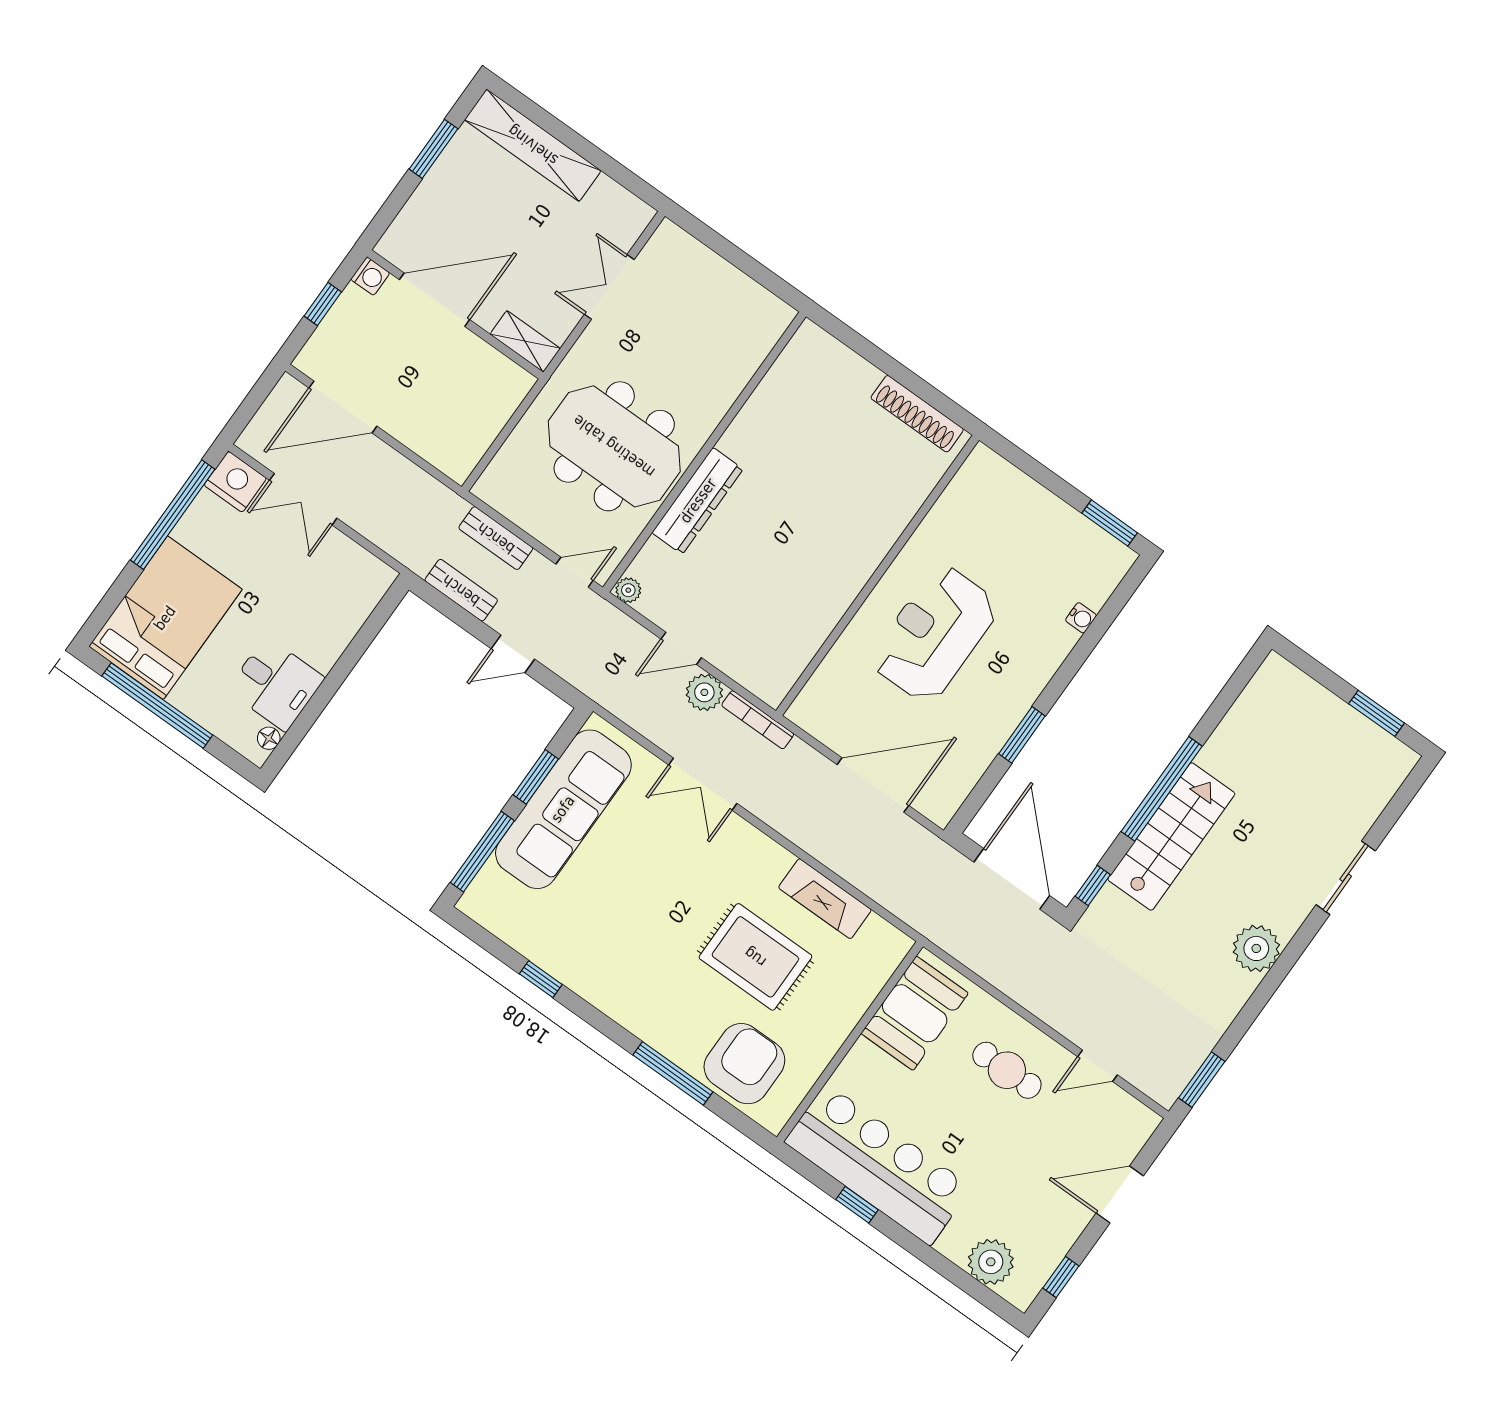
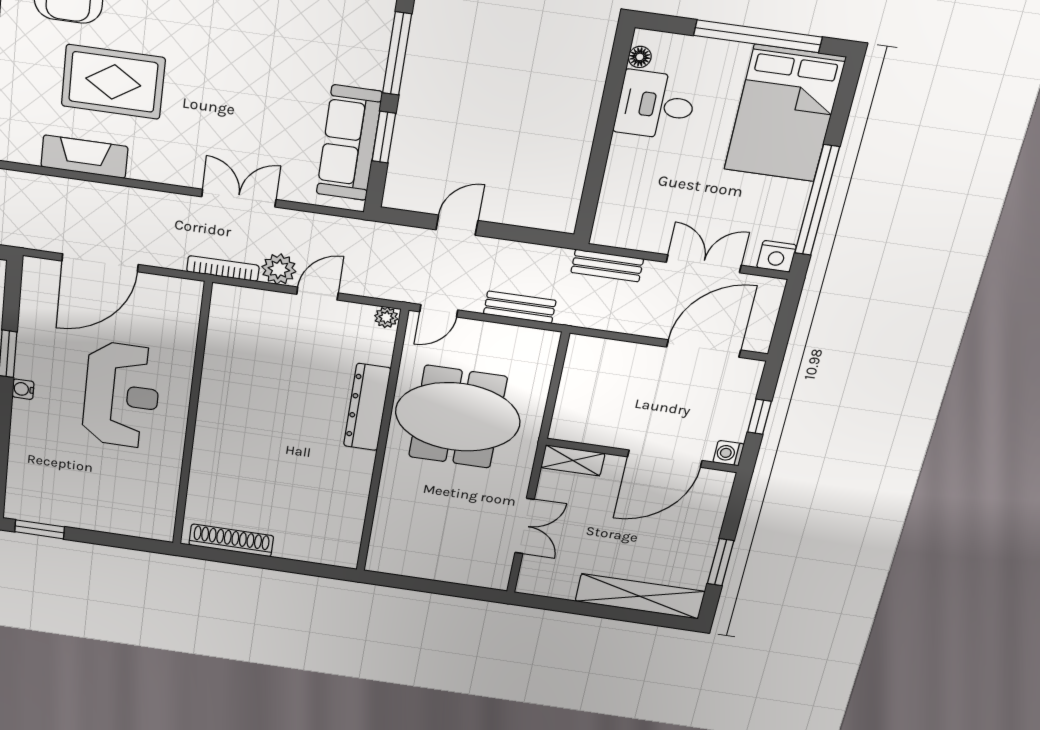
nightstand: (235, 482) -> (777, 256), width x0.74, depth x0.75
bench: (461, 590) -> (607, 266), moved
water cooler: (1081, 618) -> (23, 389), moved
sofa: (563, 809) -> (349, 143), width x0.74, depth x0.79

